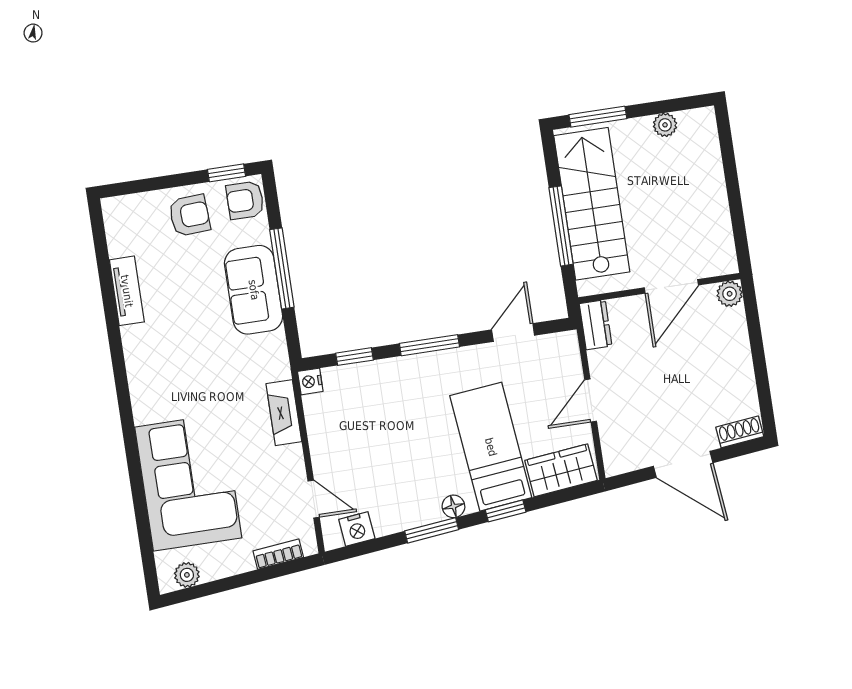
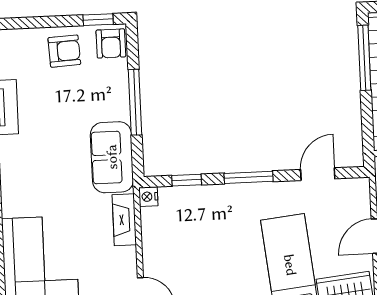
armchair: (245, 200) -> (111, 43), turned -90
window: (561, 226) -> (364, 58), moved
sofa: (254, 290) -> (112, 157), moved

